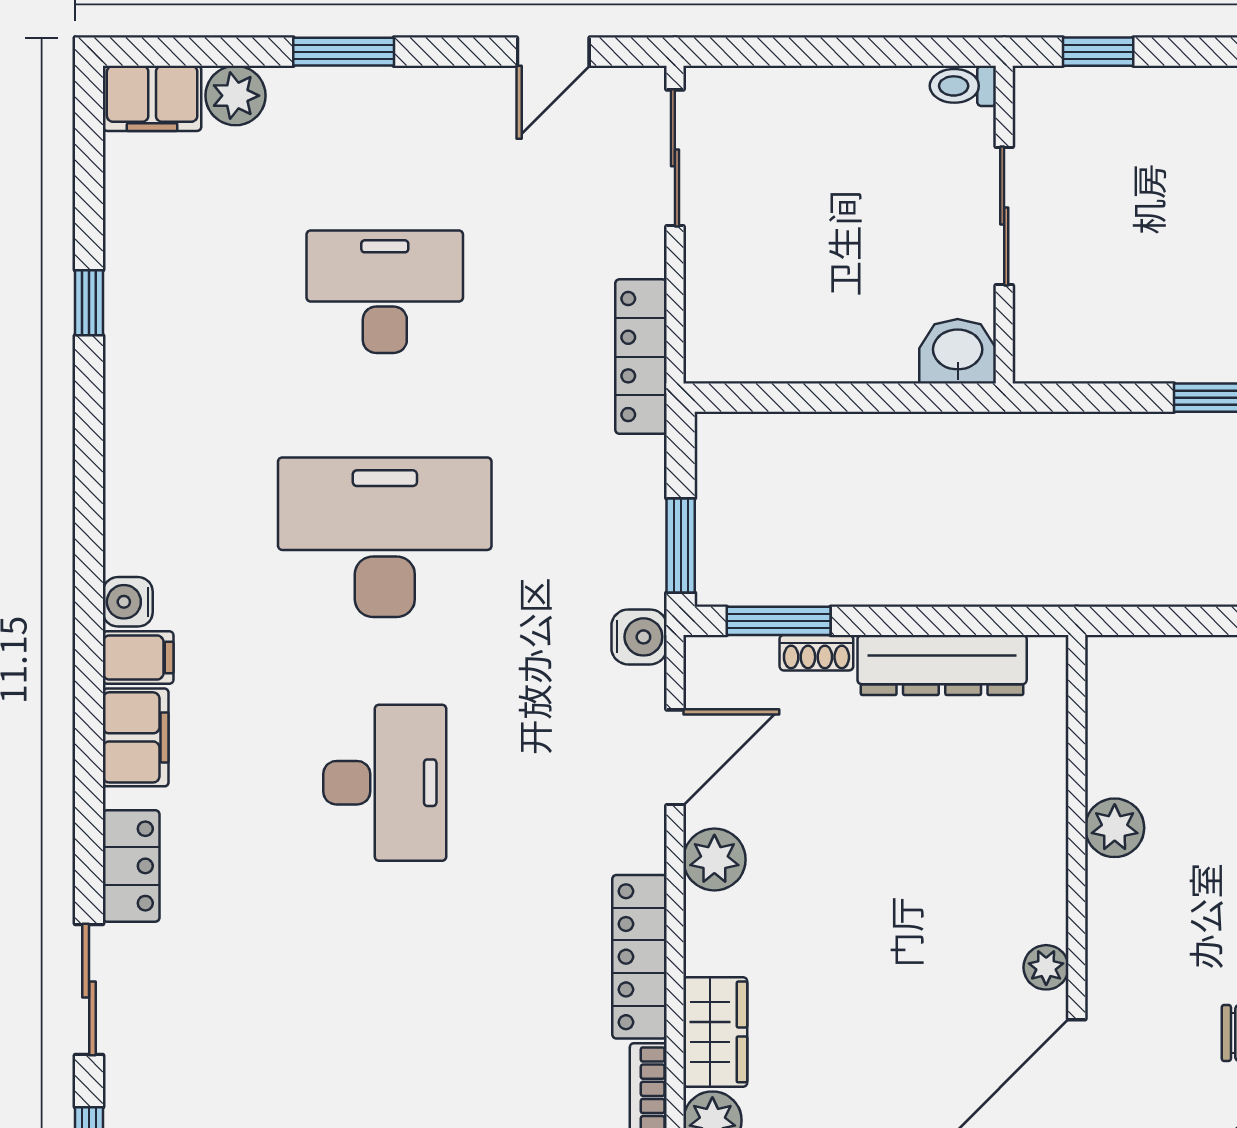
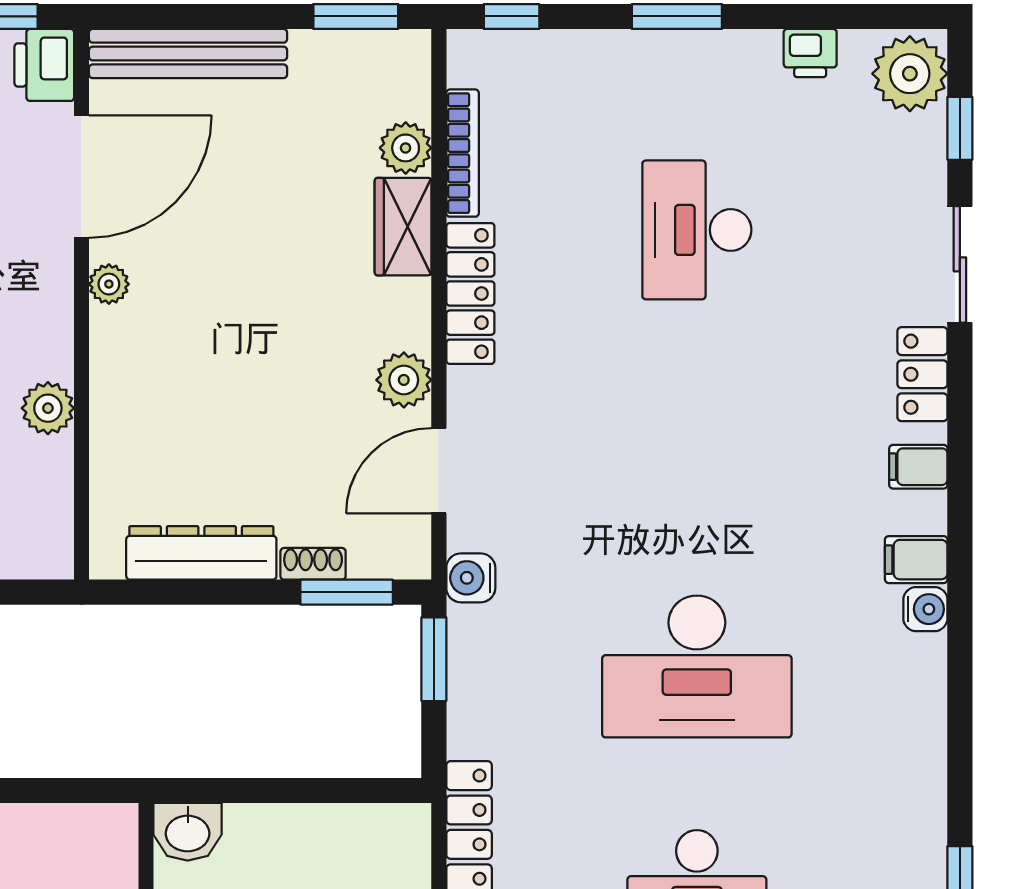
filing cabinet: (136, 737) -> (918, 467), width x0.50
desk: (385, 783) -> (697, 230), moved

